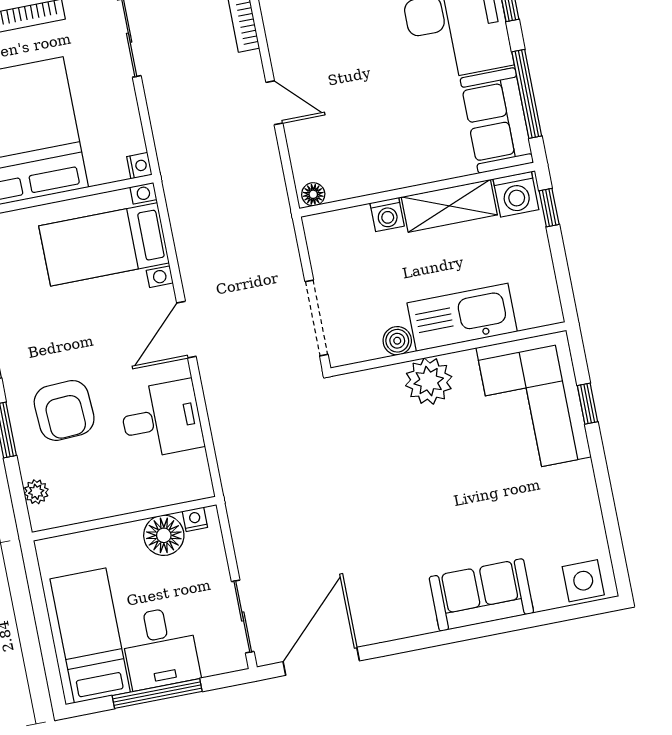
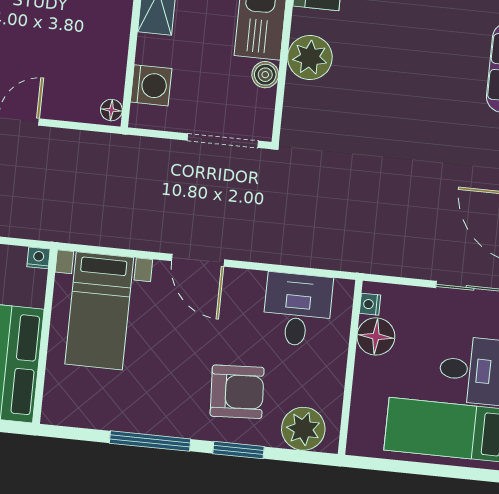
washing machine: (387, 214) -> (151, 85), moved, width x1.38, depth x1.38
desk: (161, 419) -> (297, 310), moved
plant: (36, 492) -> (303, 429), width x1.87, depth x1.87

